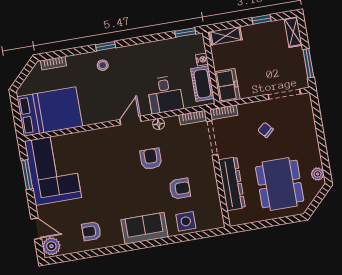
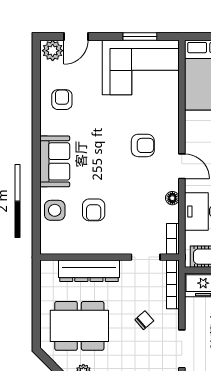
bookcase: (224, 112) -> (173, 284), width x1.56
doorway: (212, 138) -> (146, 257), width x0.73
armchair: (151, 159) -> (143, 145), moved

